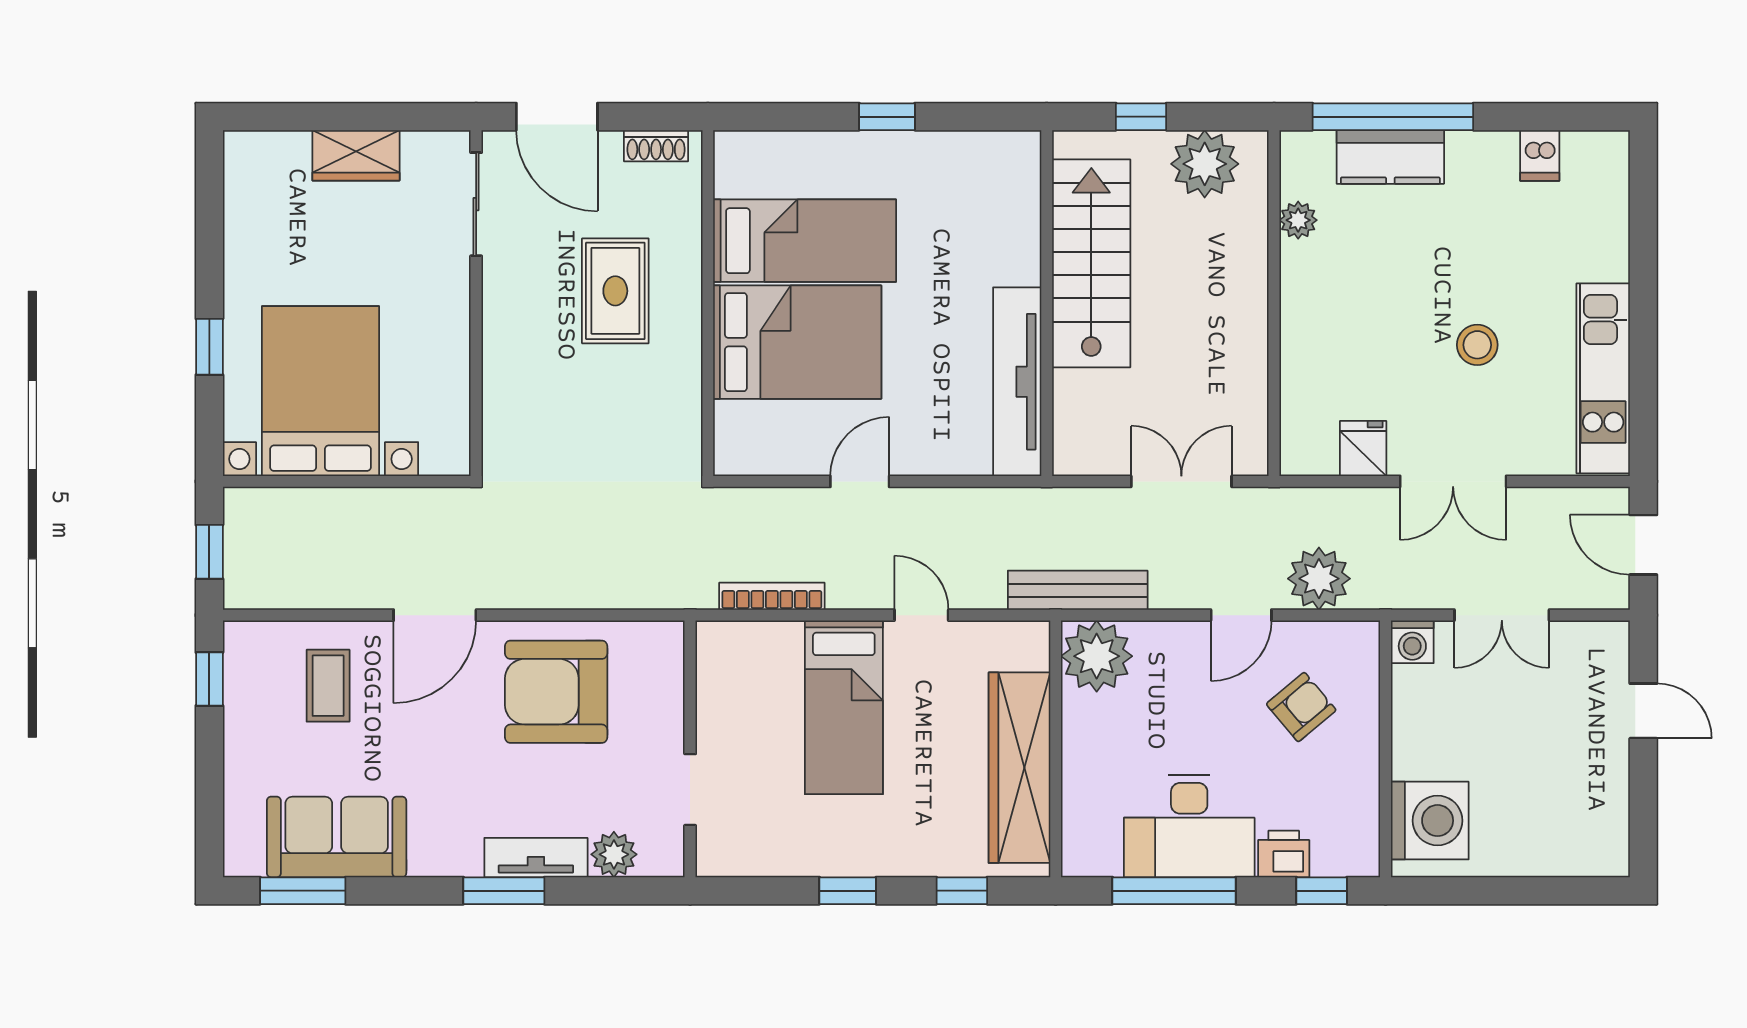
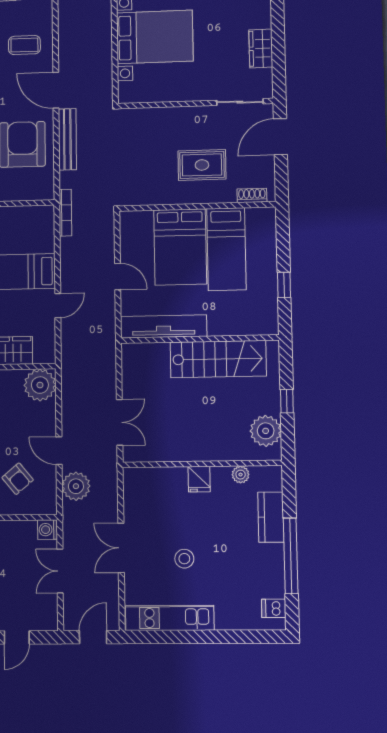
window: (1393, 117) -> (291, 556), moved
shoe rack: (656, 146) -> (252, 195), moved, turned 90
dishwasher: (1540, 155) -> (274, 608), moved
stairs: (1091, 263) -> (218, 359), moved
wall: (1047, 303) -> (200, 339), moved
tv unit: (1017, 382) -> (164, 326), moved
fridge: (1363, 448) -> (199, 479), moved, turned 90
bench: (1078, 590) -> (67, 139), moved
bookcase: (772, 596) -> (65, 213), moved

